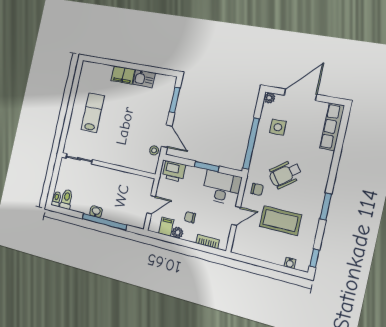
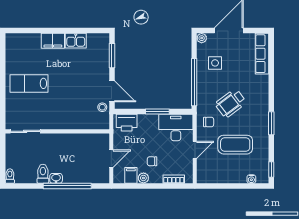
lab bench: (93, 113) -> (29, 83), turned -90
toilet: (66, 199) -> (43, 174), moved

